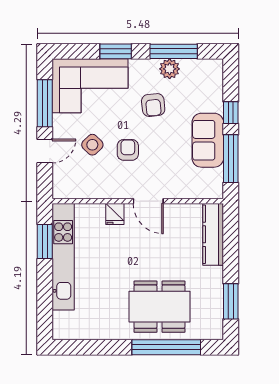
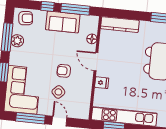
armchair: (153, 105) -> (26, 18), moved
floor lamp: (185, 191) -> (92, 39), added
door: (148, 201) -> (96, 62), swing flipped

